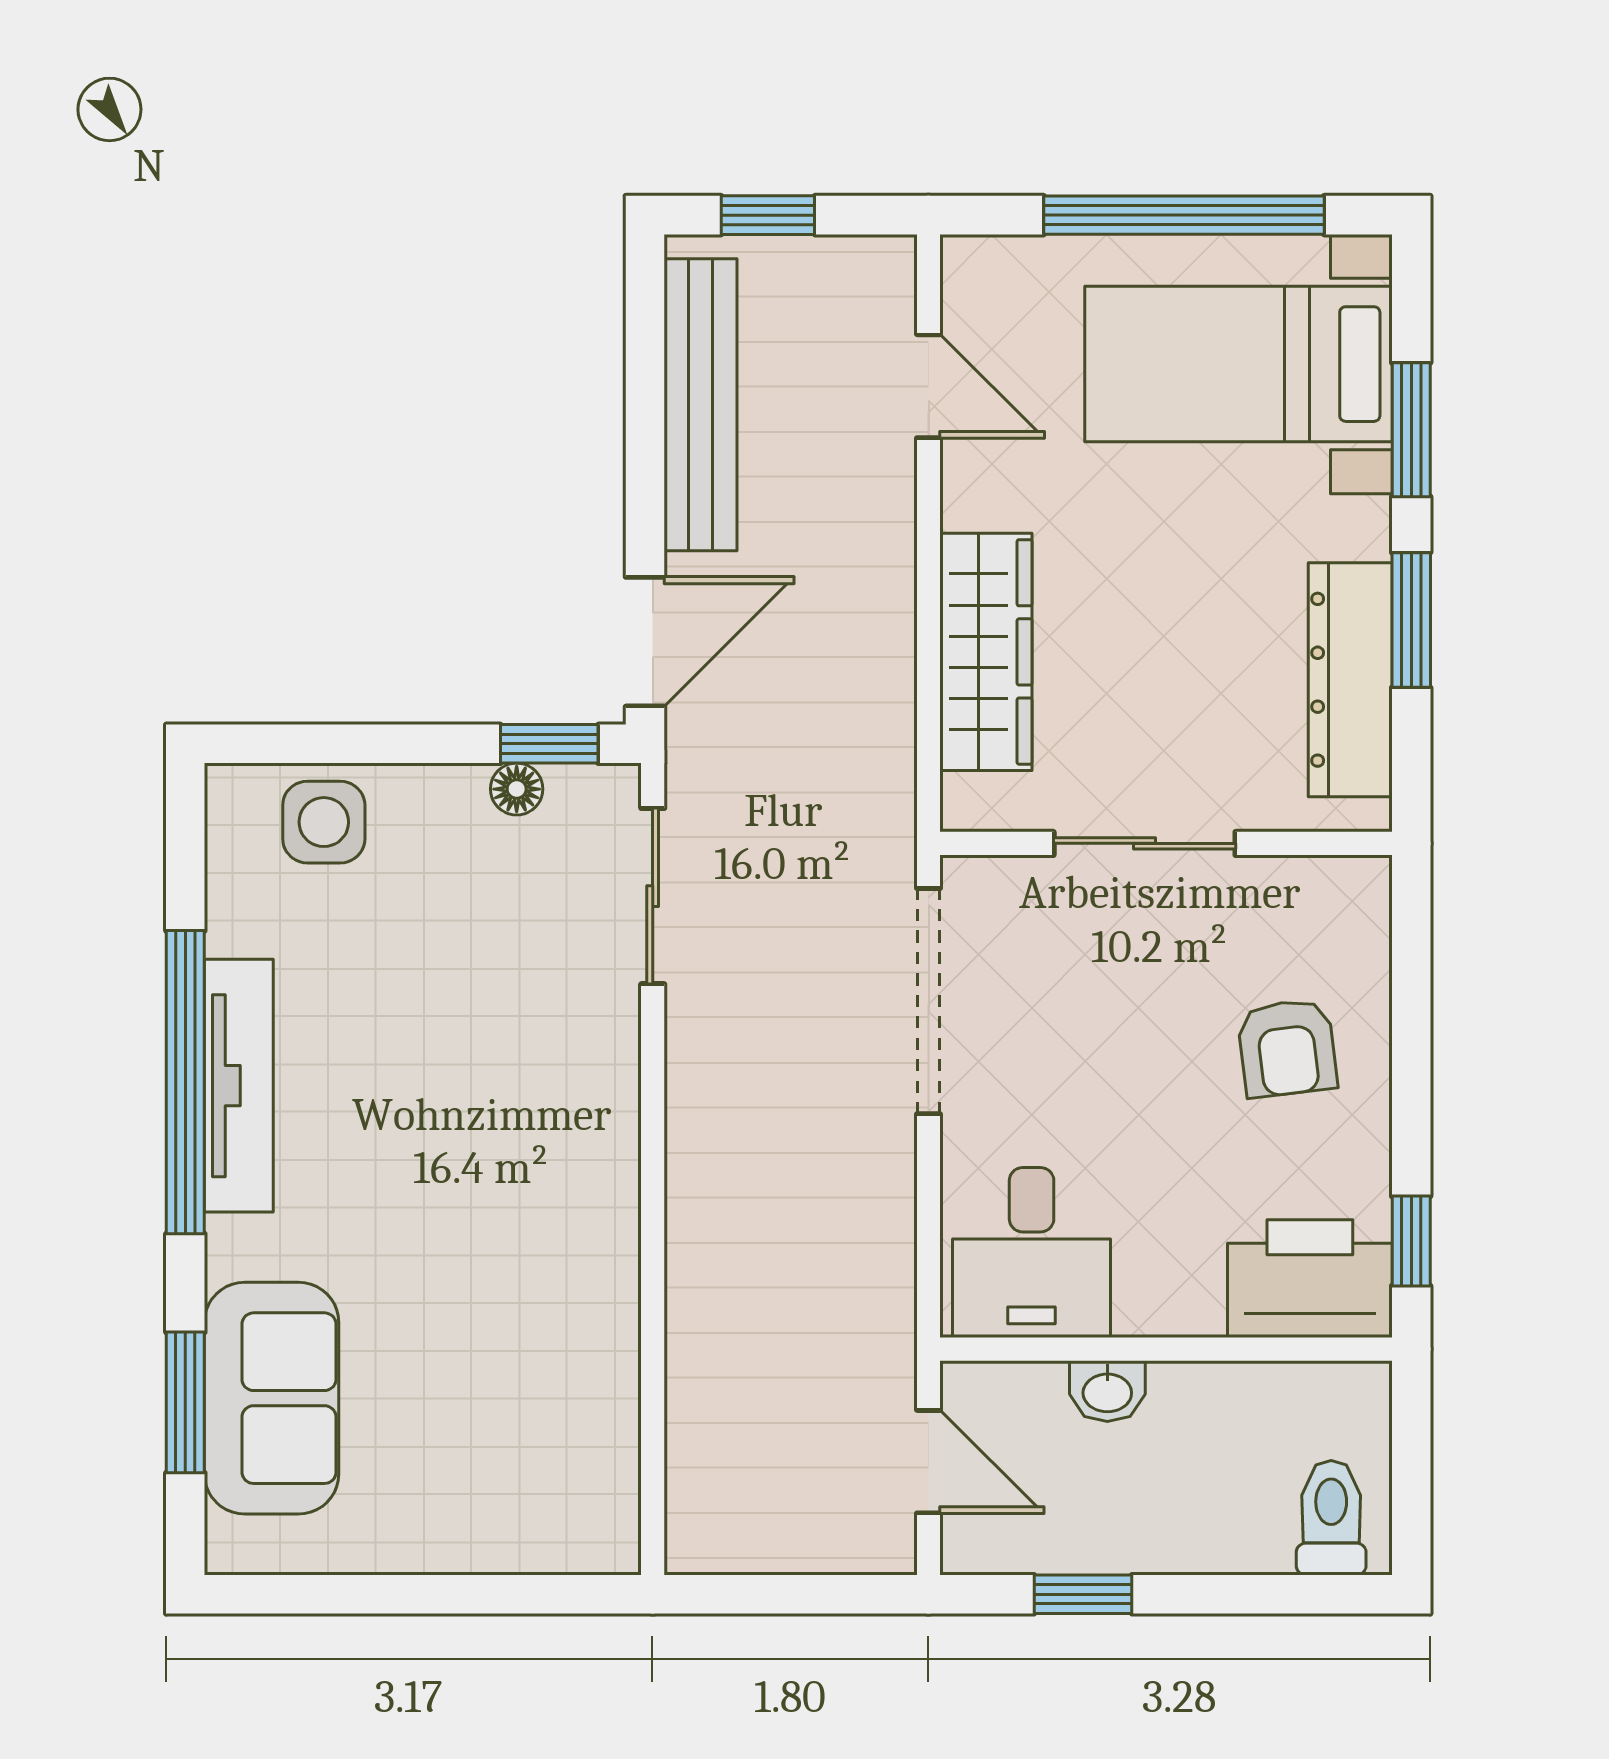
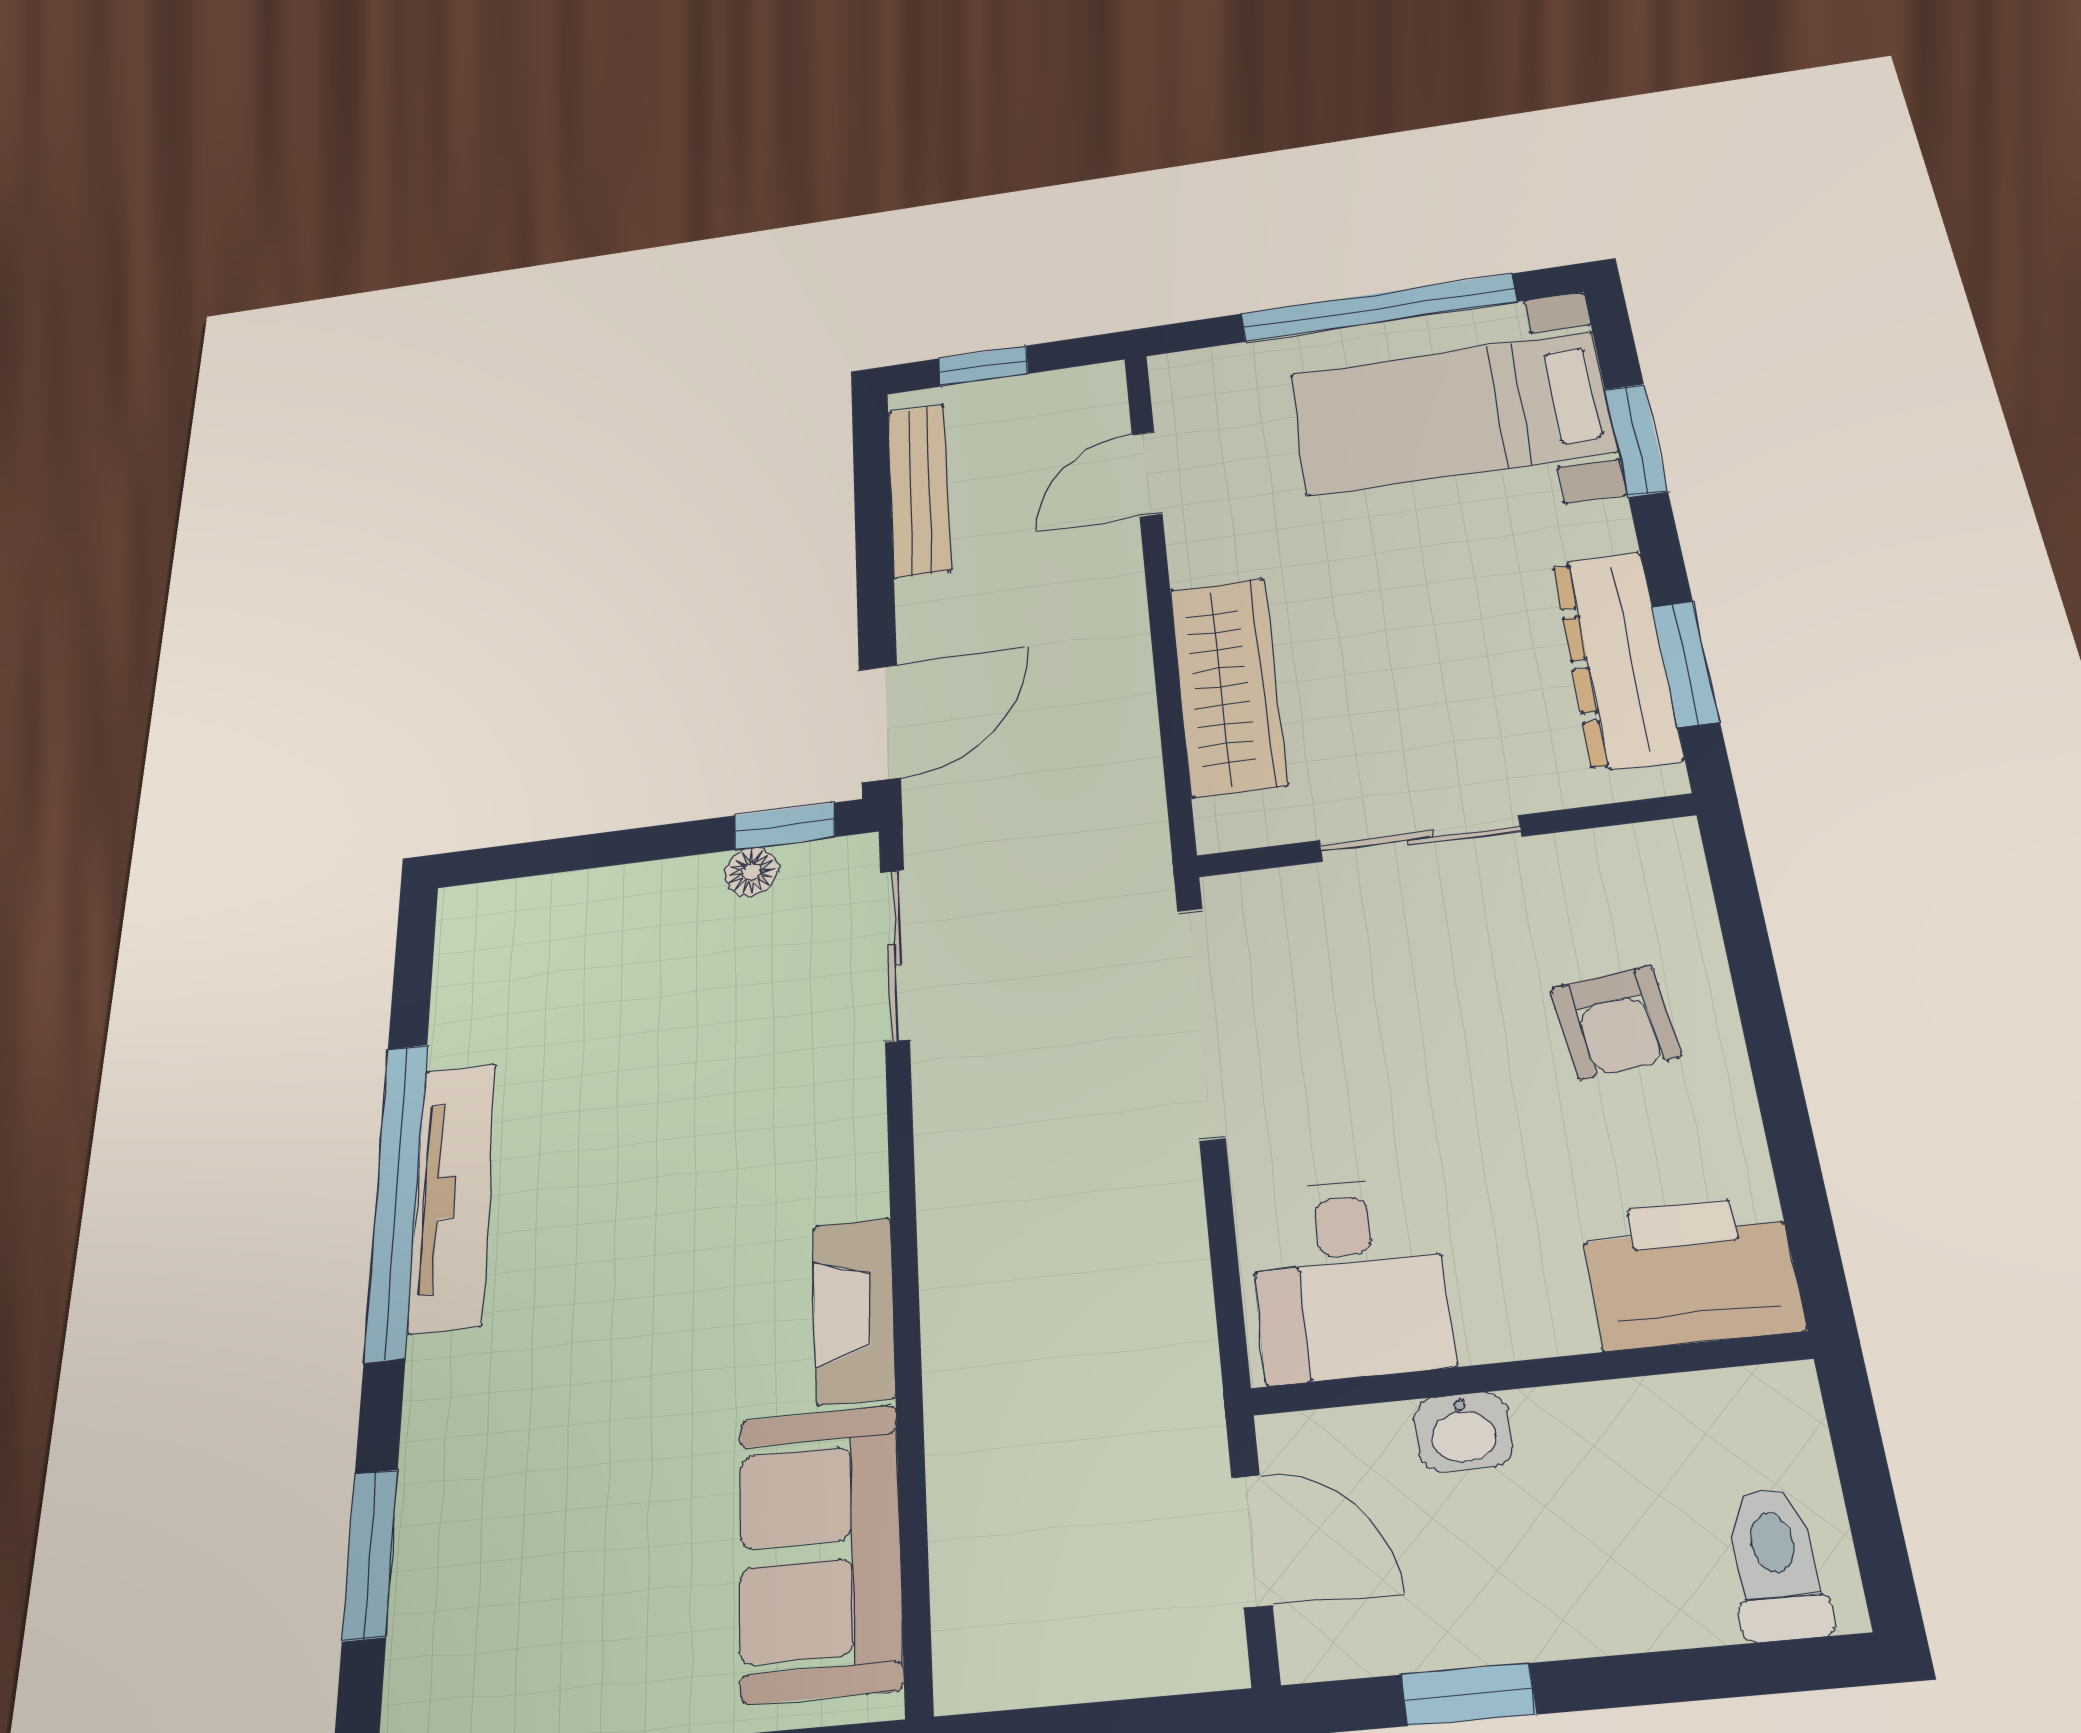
door: (929, 386) -> (1147, 474), swing flipped
bench: (701, 405) -> (919, 490), width x0.73, depth x0.82
window: (1411, 620) -> (1685, 664), moved
side table: (324, 822) -> (554, 927), removed
fireplace: (607, 1234) -> (854, 1311), added
window: (1411, 1241) -> (1807, 1216), removed
sofa: (272, 1398) -> (820, 1552), moved, turned 180

